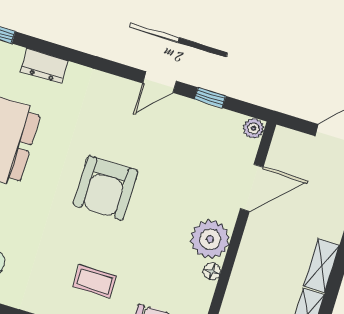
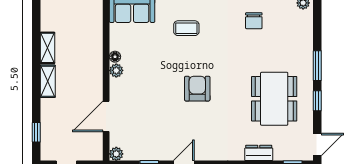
armchair: (106, 188) -> (197, 89), width x0.73, depth x0.73
plant: (210, 239) -> (116, 70), width x0.53, depth x0.53

